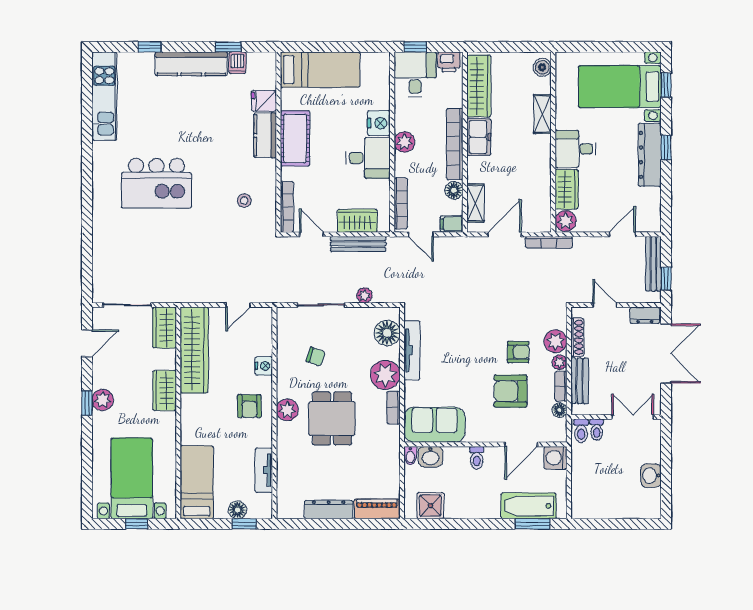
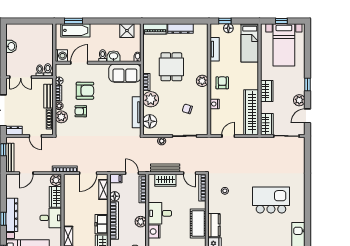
plant: (103, 400) -> (299, 100), moved
dining table: (332, 418) -> (171, 67), moved
washbasin: (430, 457) -> (114, 56), moved

